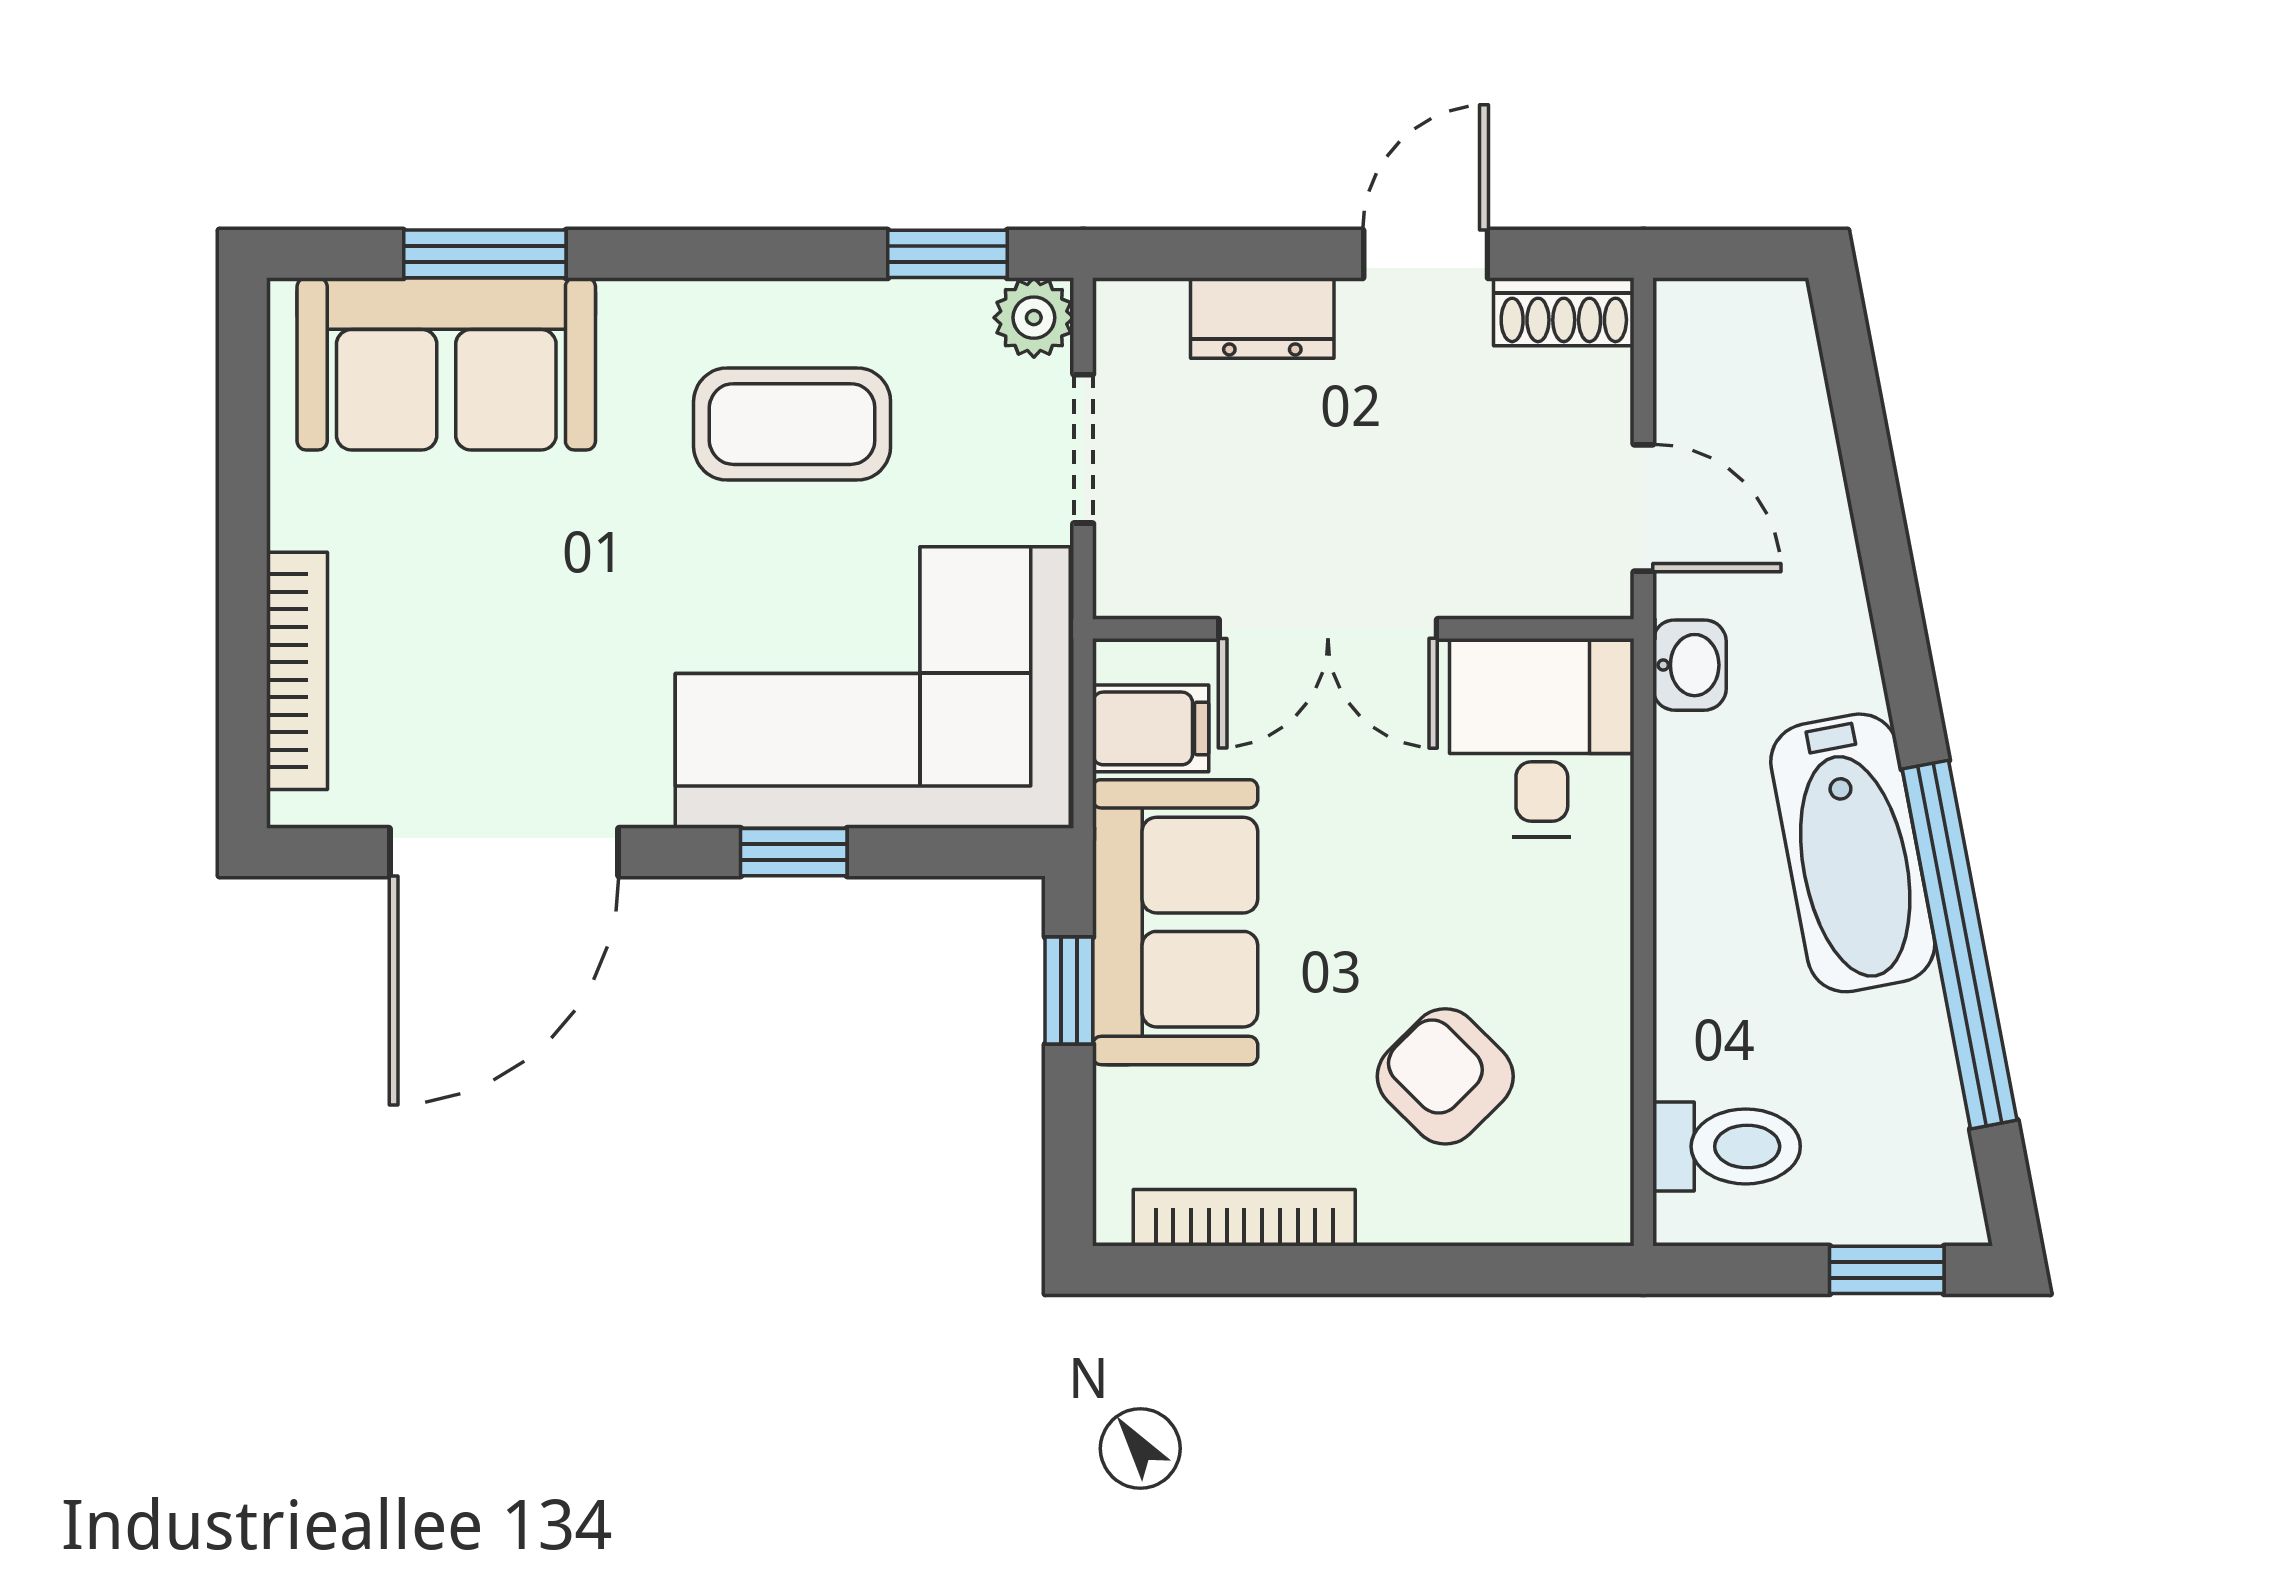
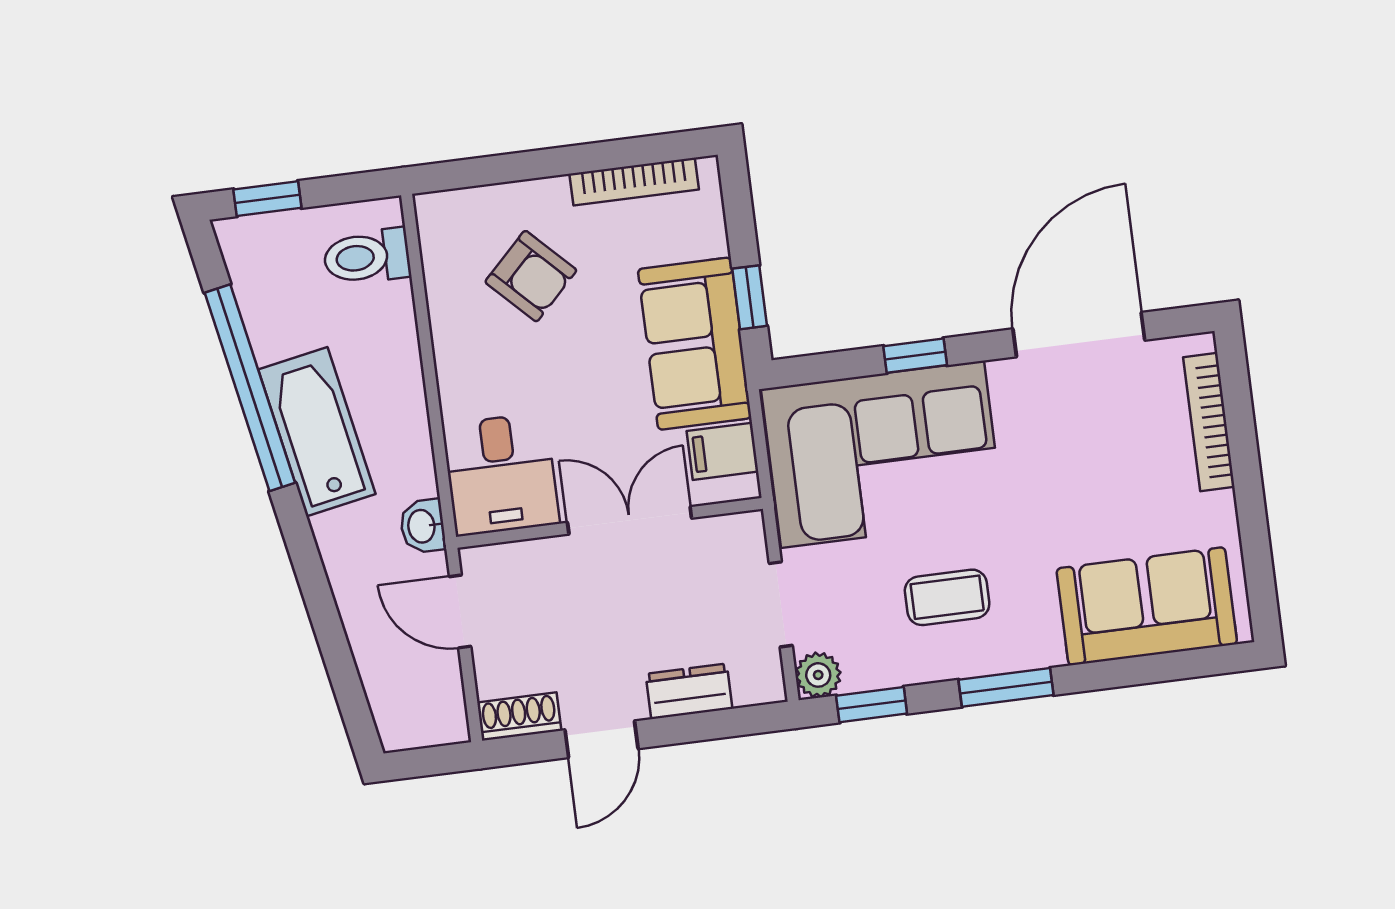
window: (485, 254) -> (1006, 687), moved
coffee table: (792, 424) -> (947, 597), width x0.73, depth x0.77

